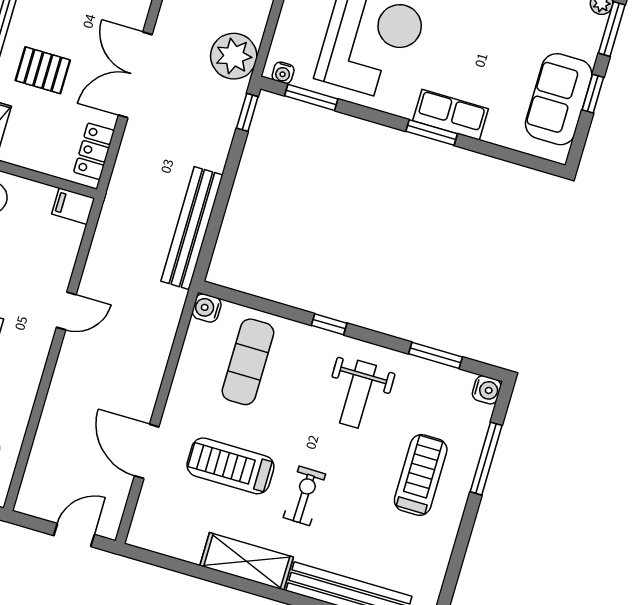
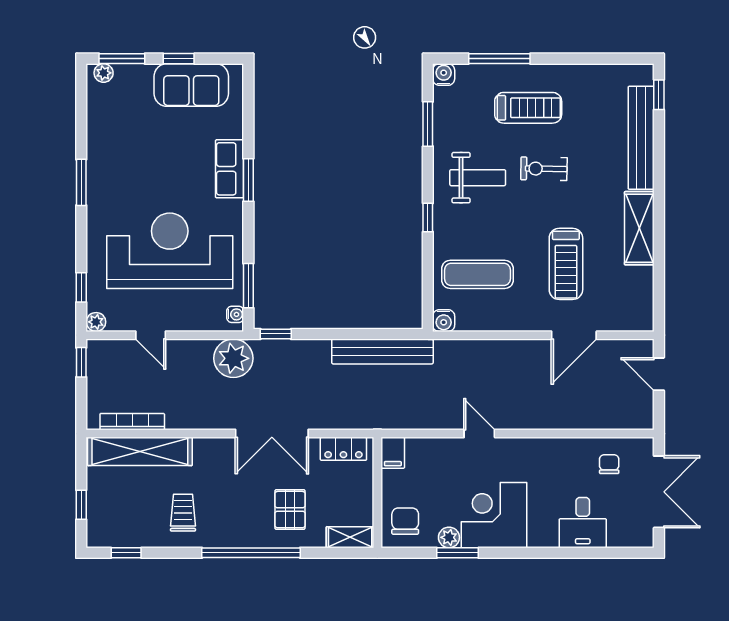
treadmill: (421, 475) -> (528, 108), turned 180
exercise bike: (304, 496) -> (544, 169), moved

